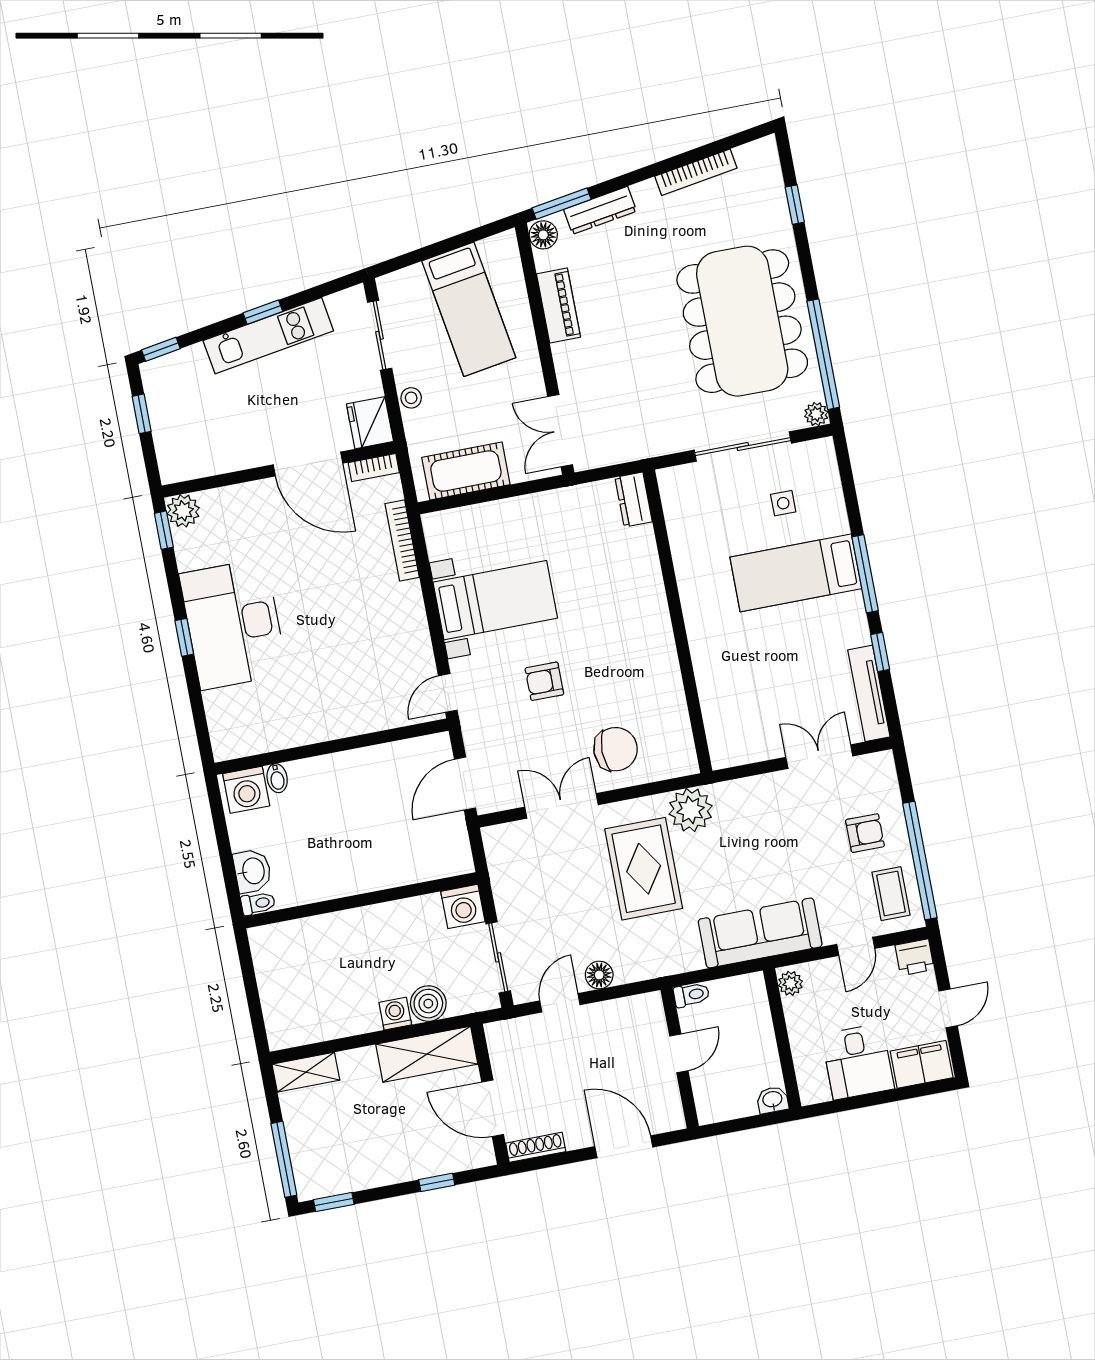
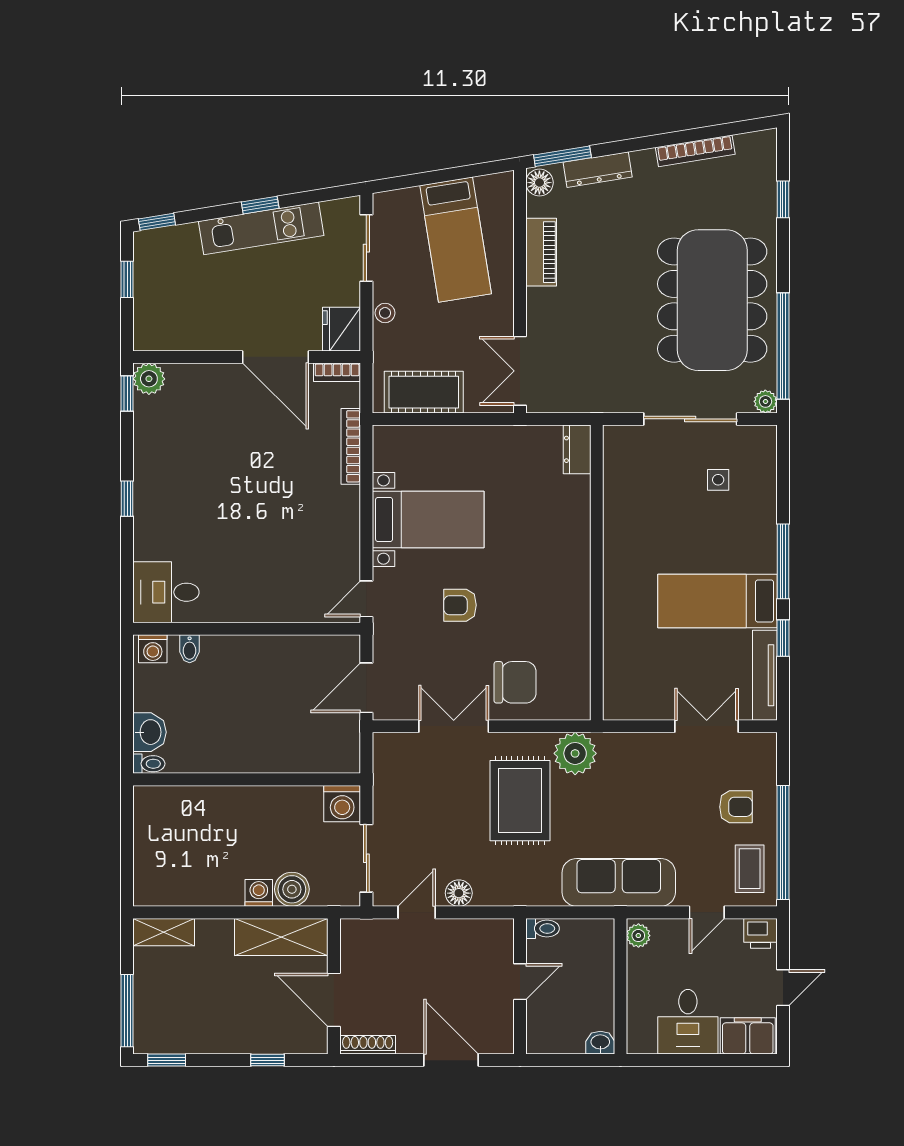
bed: (796, 573) -> (717, 601), moved
desk: (233, 624) -> (166, 592), moved, width x0.53, depth x0.77
washing machine: (246, 790) -> (153, 649), width x0.73, depth x0.73

